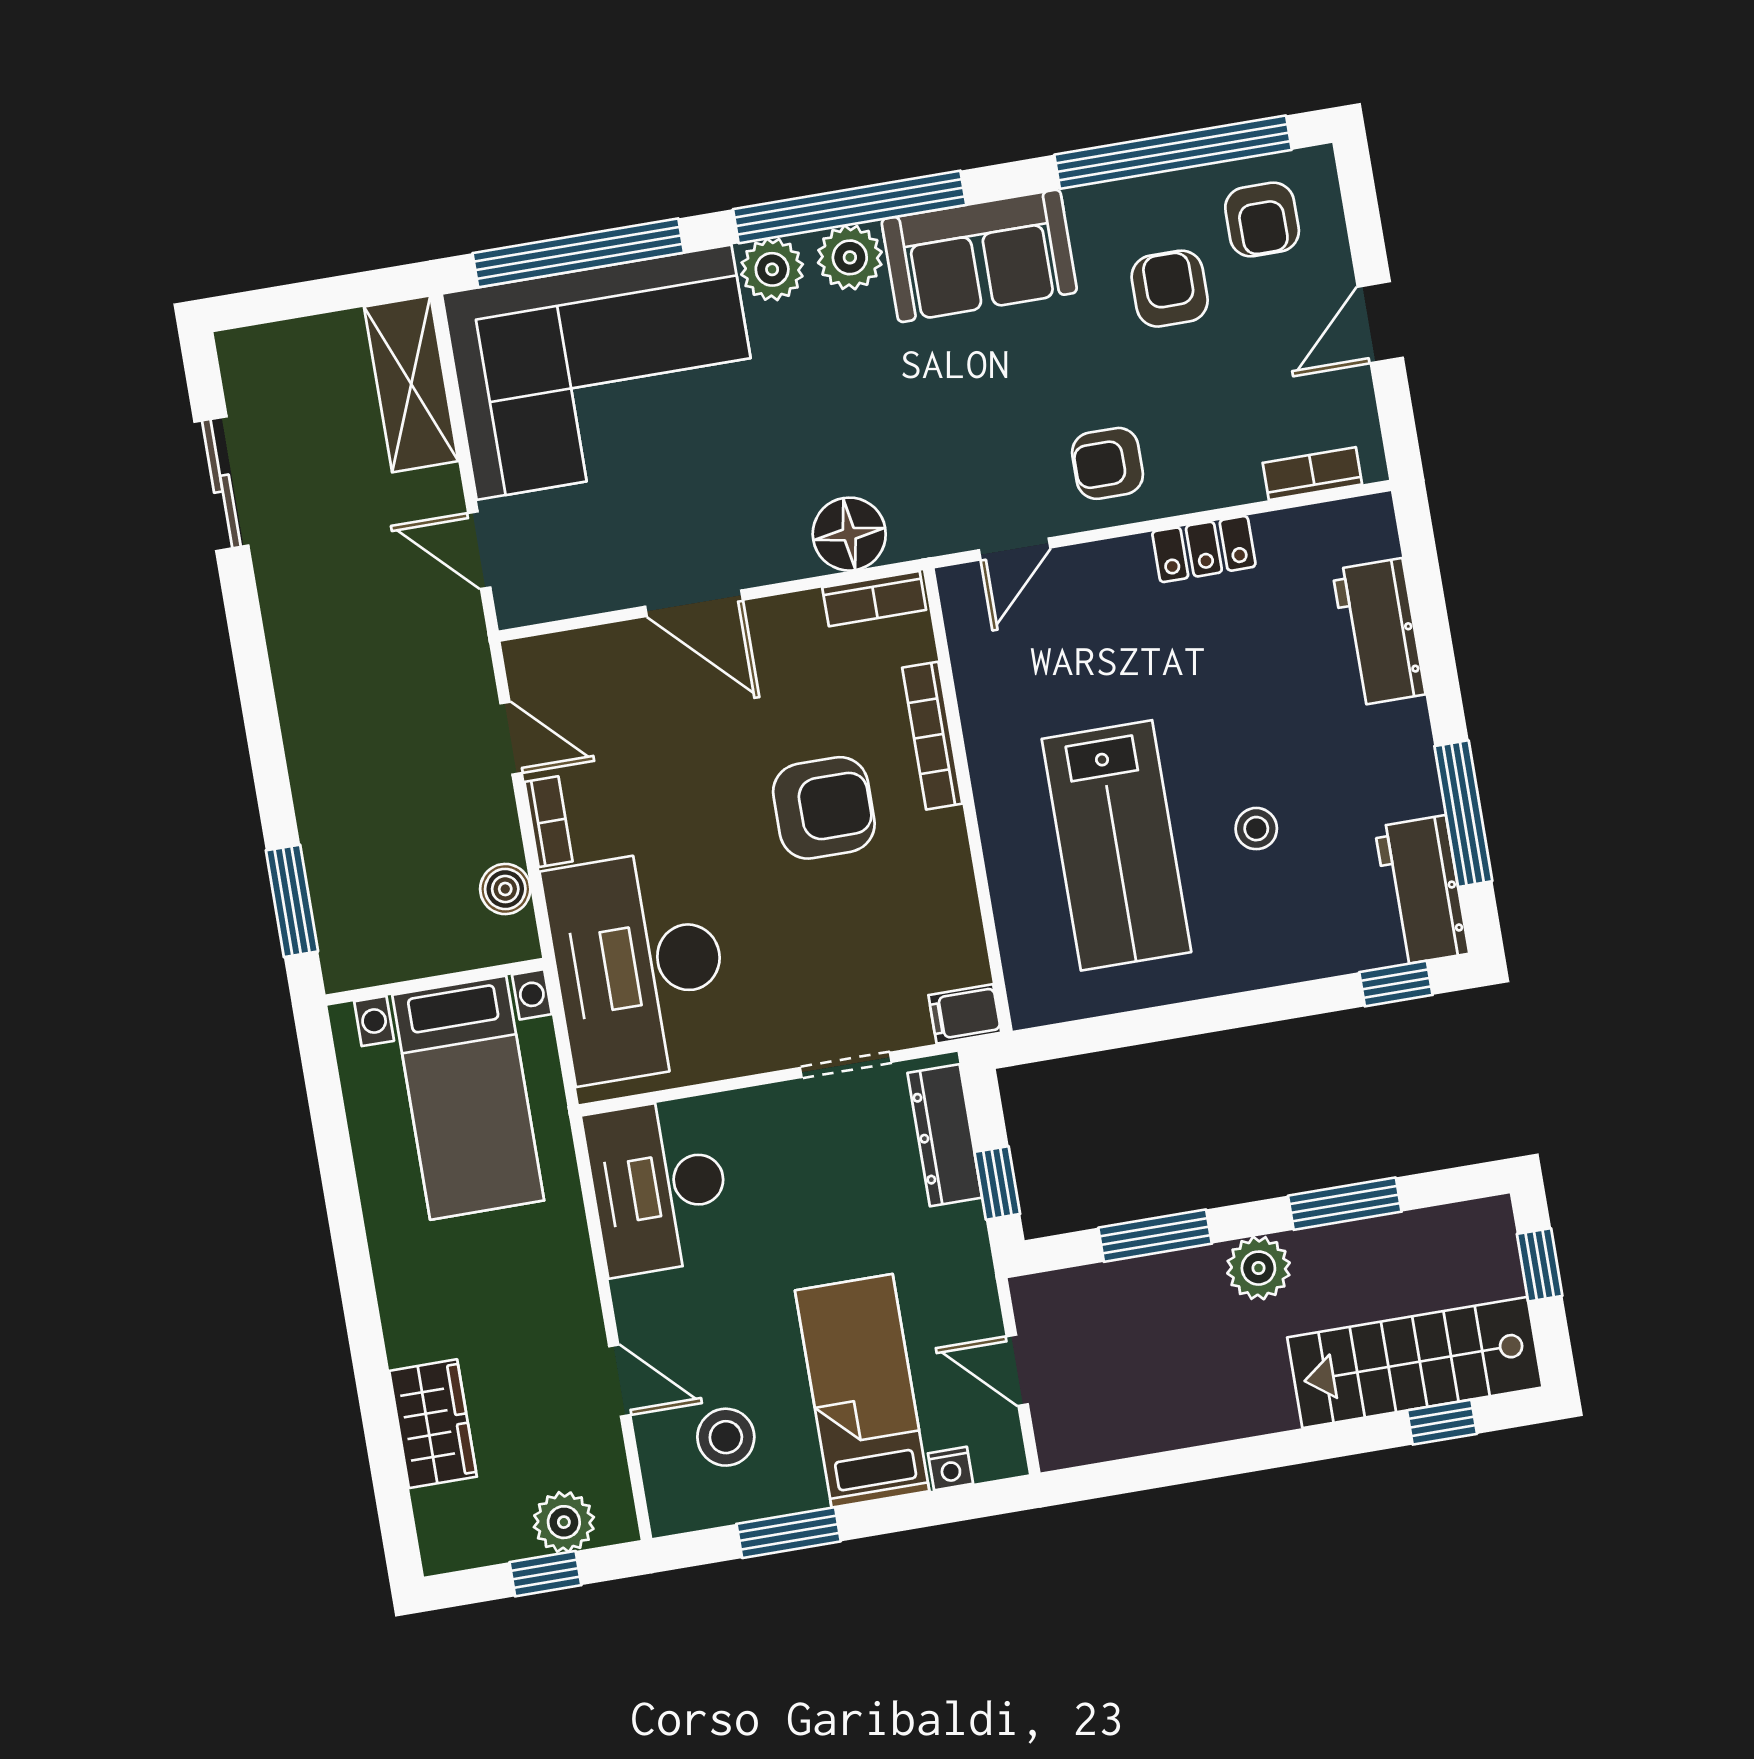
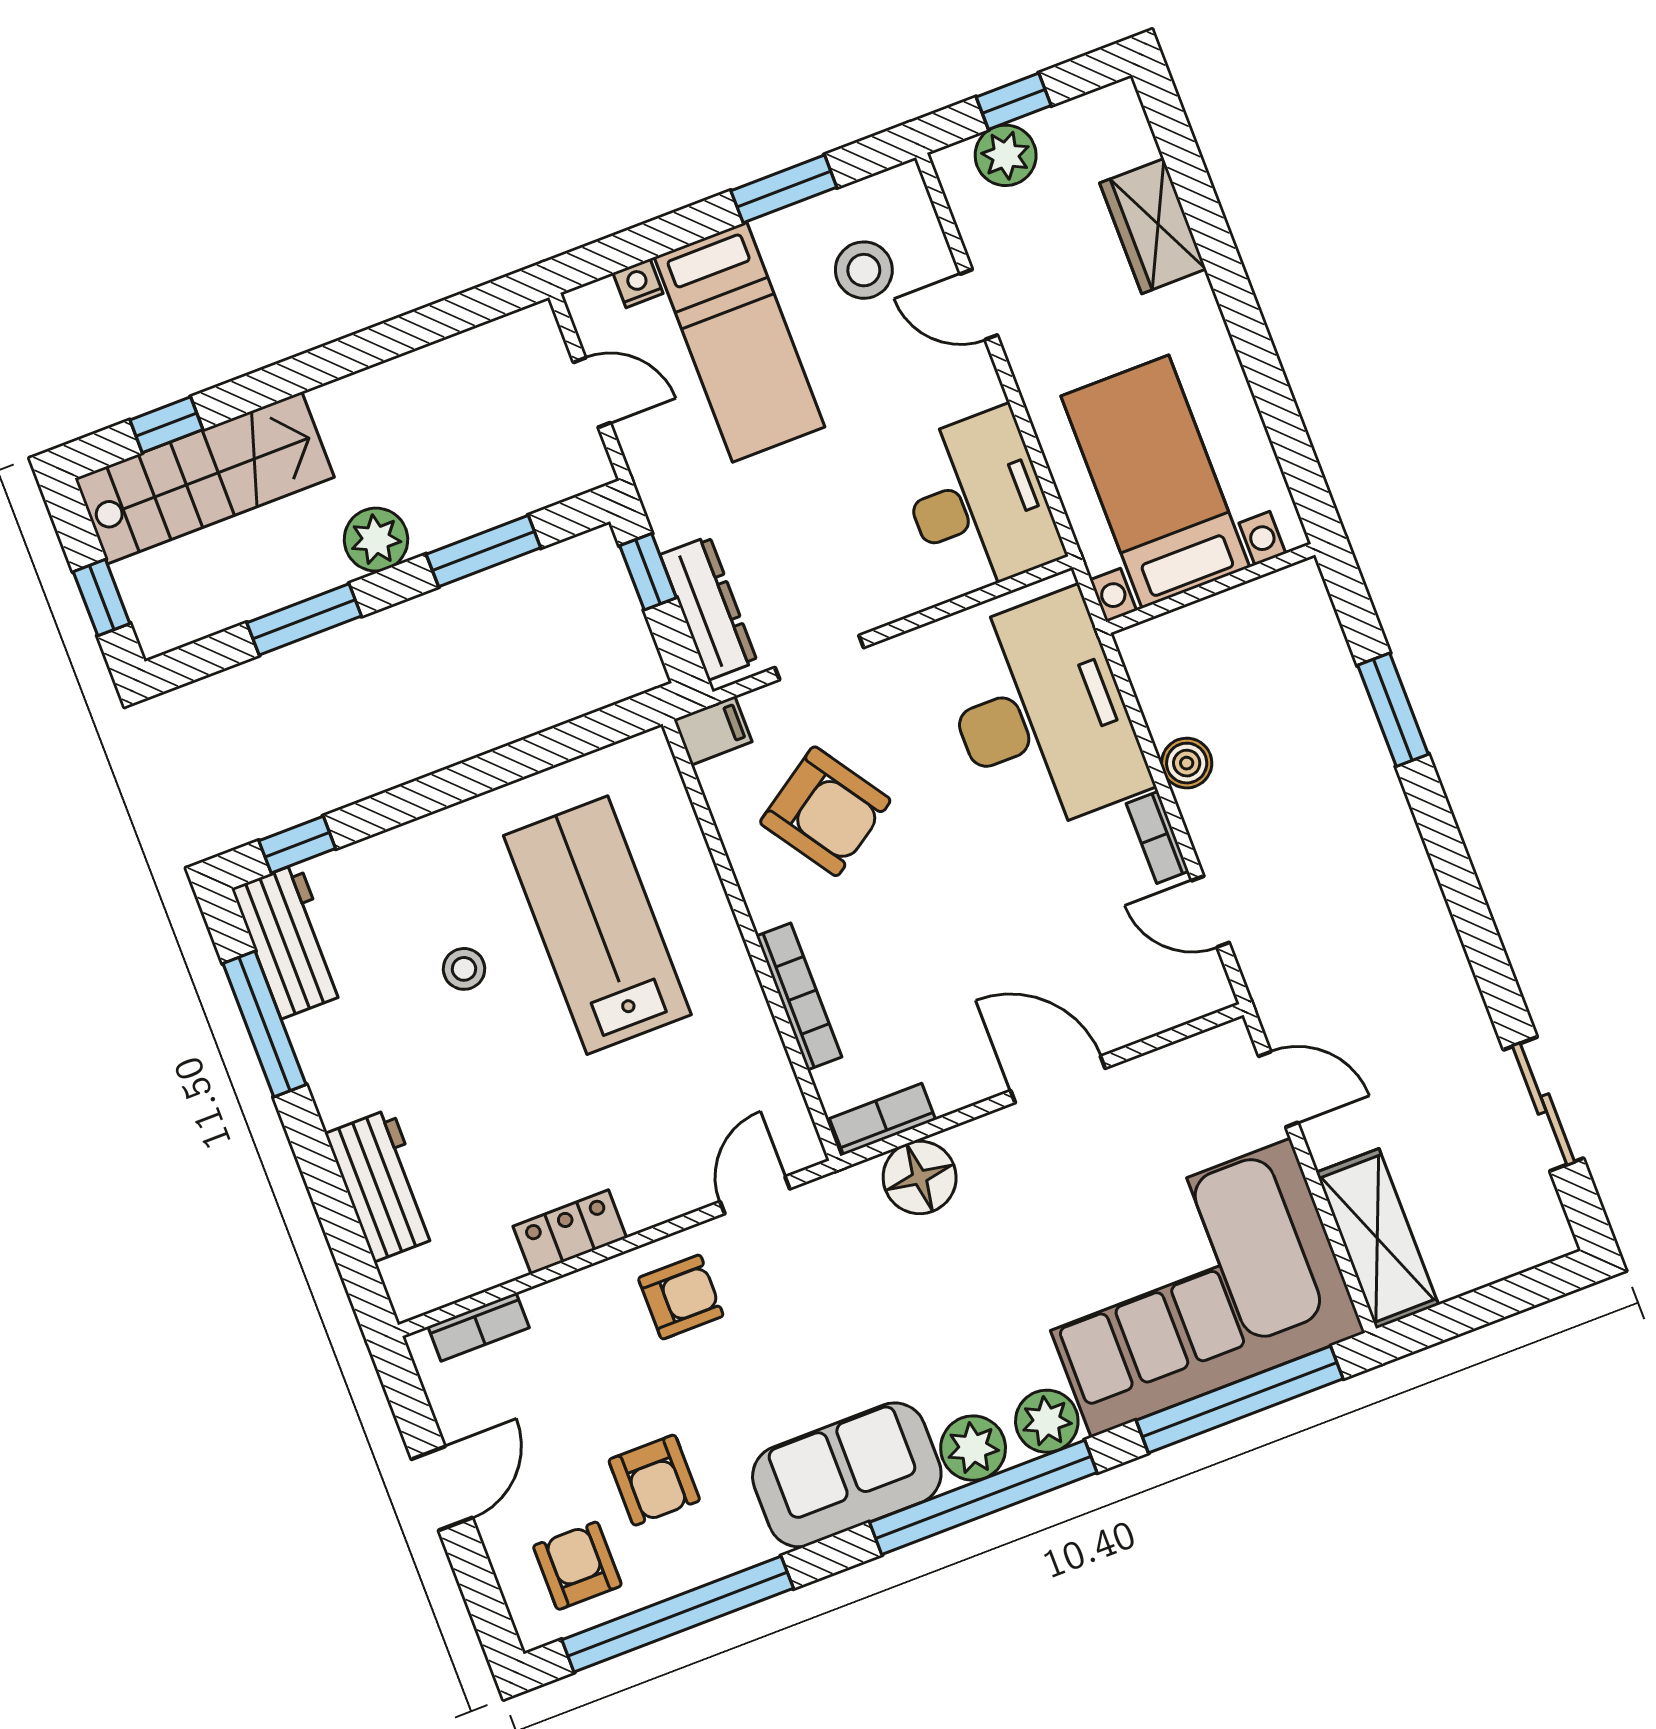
armchair: (824, 808) -> (825, 811), moved, turned -124
wall: (435, 982) -> (1211, 588), moved
bed with nightstands: (468, 1098) -> (1155, 482), moved

